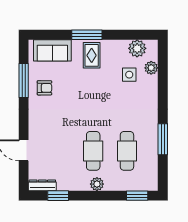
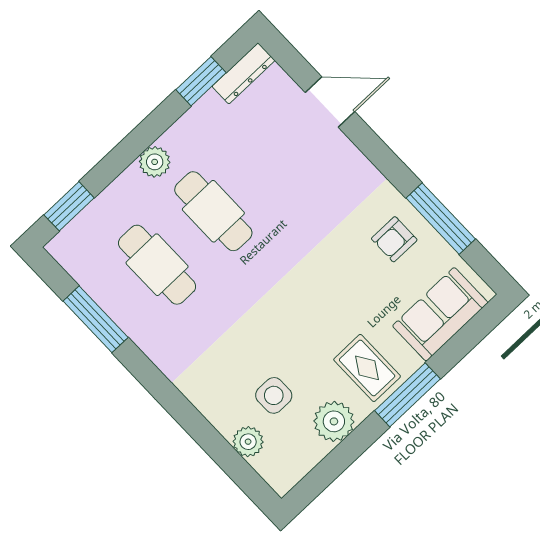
plant: (137, 48) -> (334, 421), moved
window: (163, 139) -> (96, 319), moved

